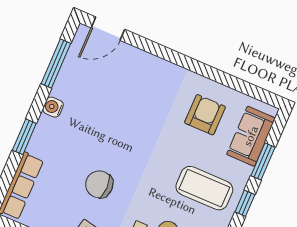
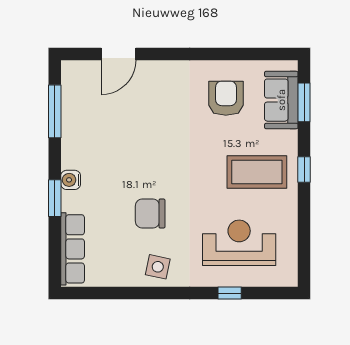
door: (108, 29) -> (118, 54), moved
water cooler: (53, 107) -> (71, 180), moved
window: (263, 161) -> (304, 102), moved

